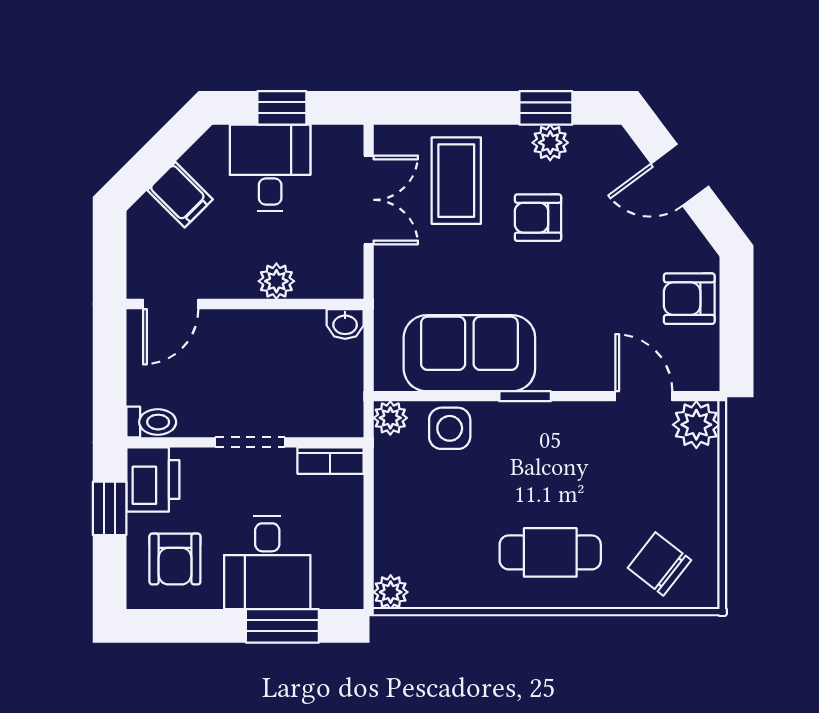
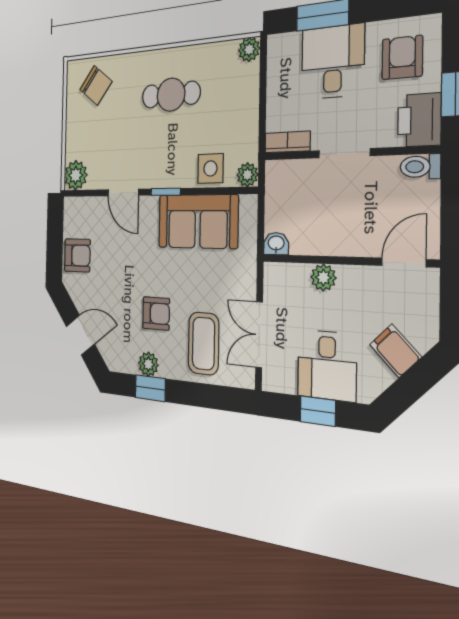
door: (644, 396) -> (123, 193), moved
cafe table: (550, 552) -> (171, 95), moved

